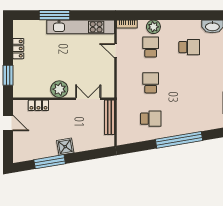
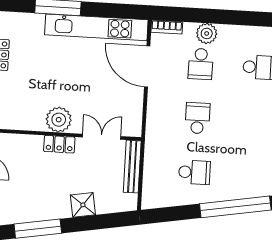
school desk: (151, 47) -> (201, 64), turned 180
door: (116, 51) -> (147, 66), width x1.87
locker: (38, 105) -> (59, 144), moved
shower: (65, 147) -> (83, 205), moved

